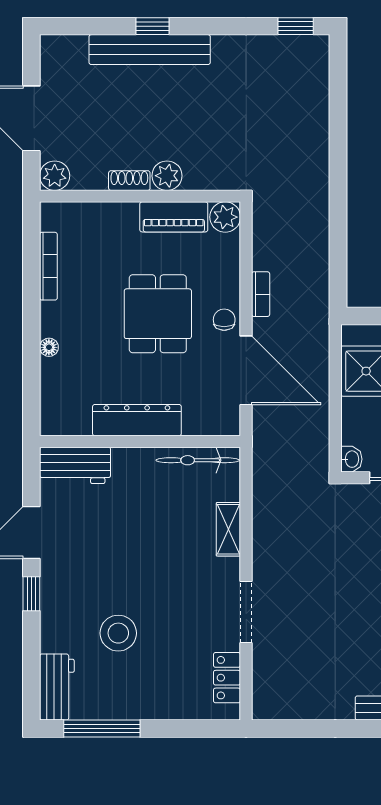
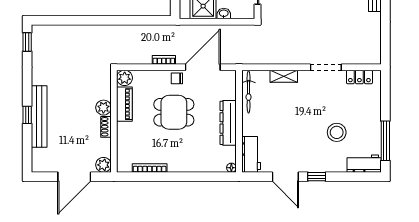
floor lamp: (49, 347) -> (231, 168), moved
washbasin: (351, 459) -> (224, 14), moved

